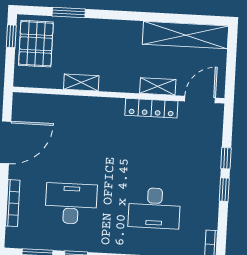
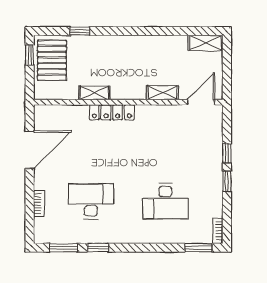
window: (69, 13) -> (80, 31), width x0.67
shelving: (185, 35) -> (206, 43), width x0.45, depth x0.75
locker: (151, 108) -> (112, 112), moved
bookcase: (13, 203) -> (39, 204), width x0.64

